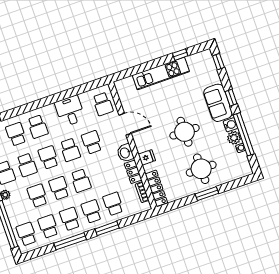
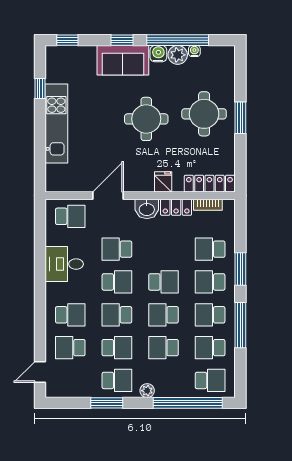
school desk: (27, 234) -> (210, 380), turned 180

